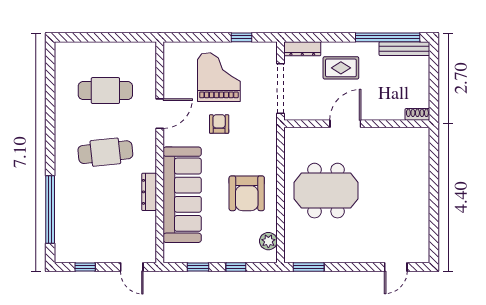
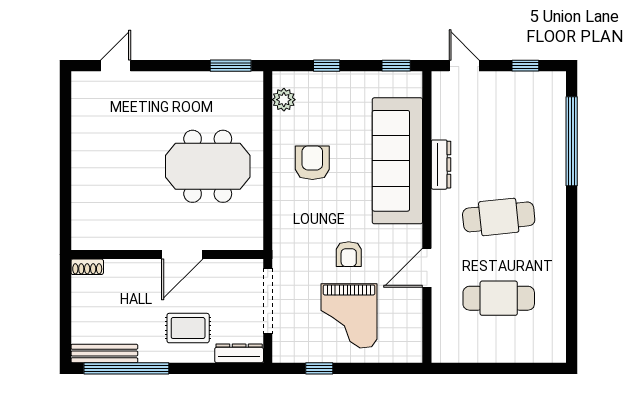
armchair: (247, 193) -> (312, 163), width x0.73, depth x0.73
window: (198, 267) -> (396, 66), moved

